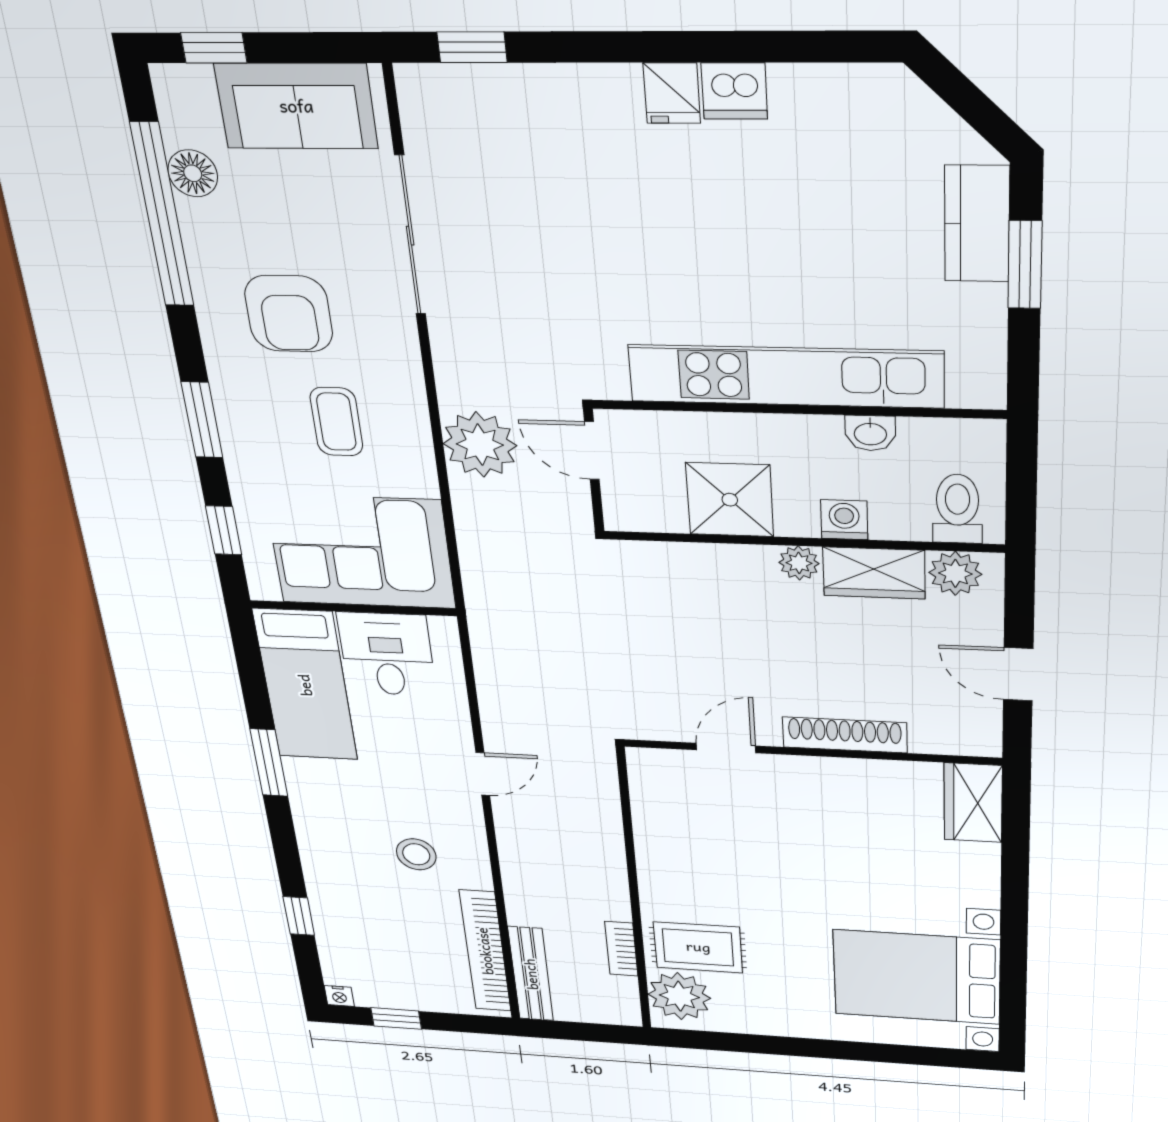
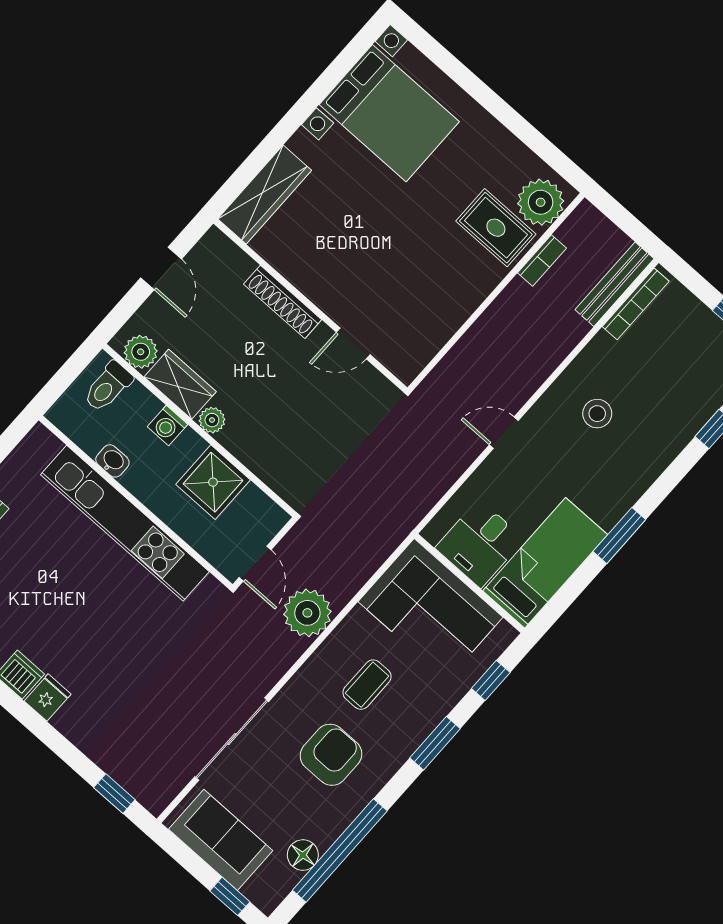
wardrobe: (973, 803) -> (265, 195), width x1.50
bookcase: (485, 951) -> (636, 304), width x0.68, depth x0.76

